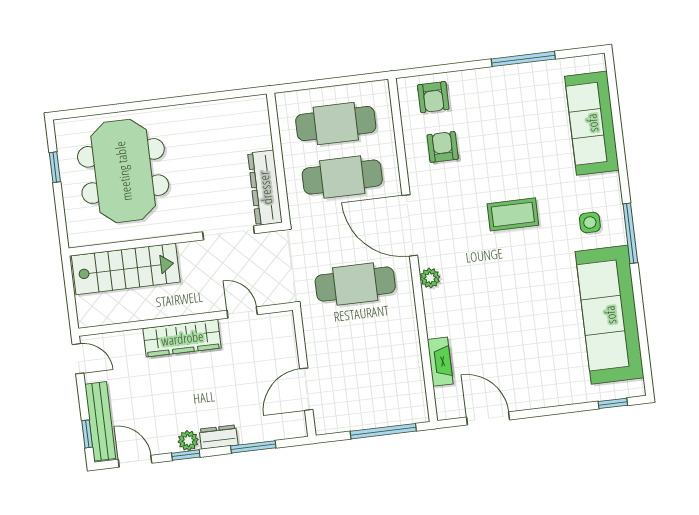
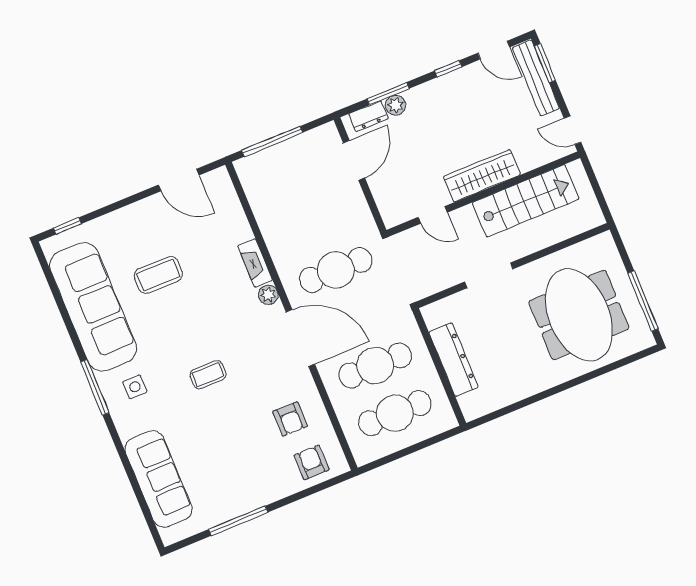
window: (55, 167) -> (643, 301), width x2.17
dresser: (265, 188) -> (454, 360), moved
coffee table: (513, 214) -> (208, 375), width x0.73, depth x0.77
doorway: (229, 233) -> (489, 275), moved
stairs: (126, 269) -> (526, 201), moved, turned 180
coffee table: (535, 329) -> (158, 275), added
fireplace: (440, 362) -> (255, 263), moved
window: (87, 434) -> (545, 63), width x1.50
dresser: (219, 437) -> (368, 116), moved
plant: (188, 441) -> (396, 105), moved

